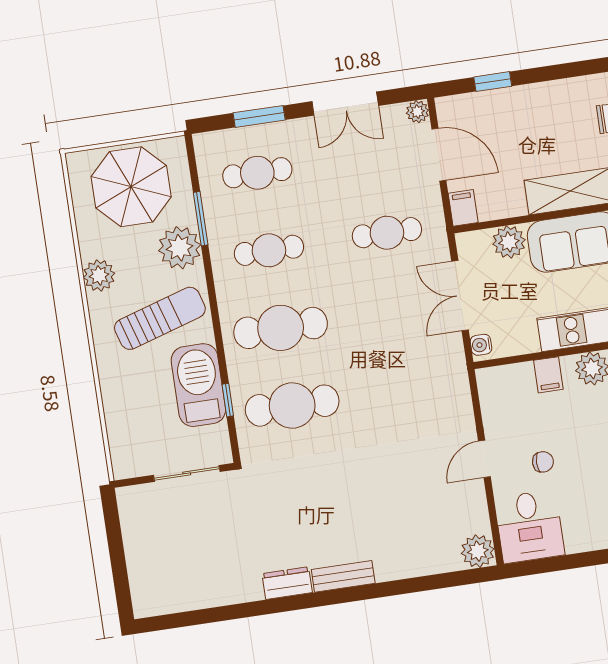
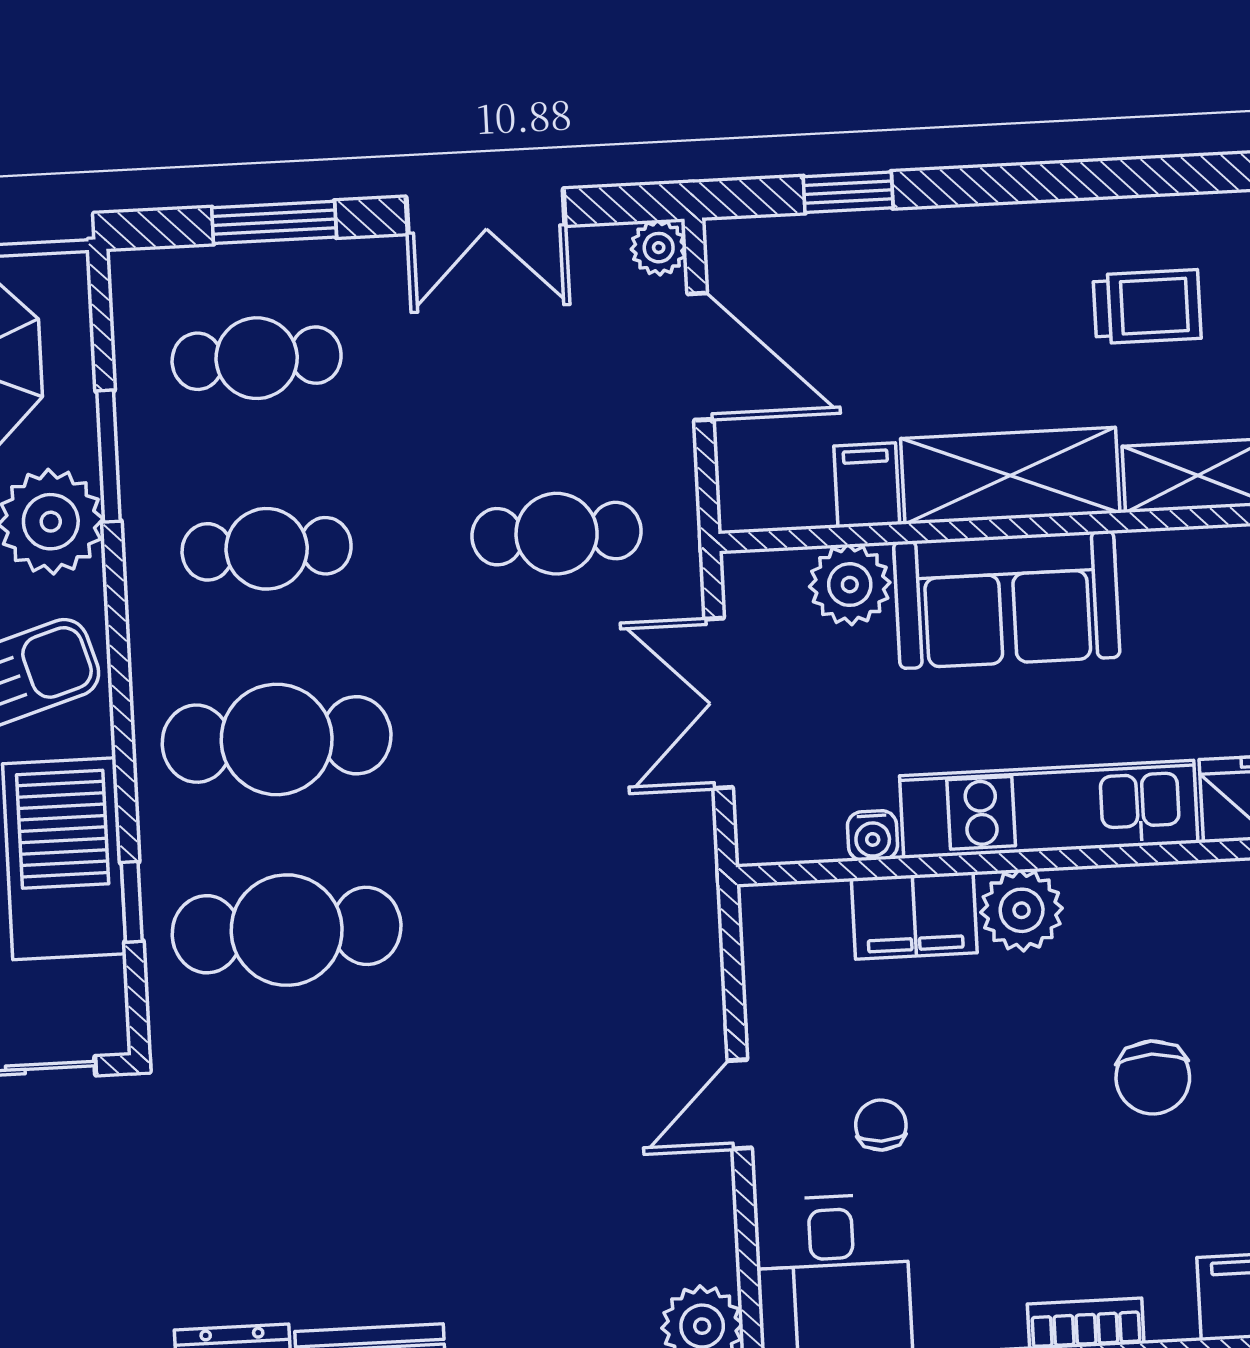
filing cabinet: (463, 208) -> (867, 485), moved
water cooler: (481, 345) -> (872, 836), moved, turned -90
filing cabinet: (548, 375) -> (914, 916), width x2.00
chair: (543, 462) -> (881, 1125), turned -90

